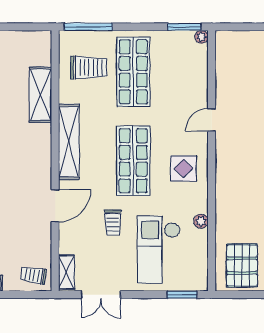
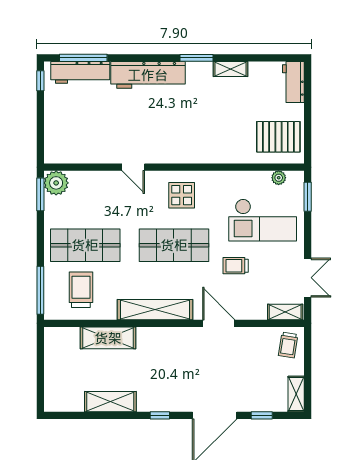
plant: (202, 37) -> (56, 183), width x1.87, depth x1.87
plant: (201, 221) -> (279, 178), moved
trolley: (113, 223) -> (236, 266), turned 180

